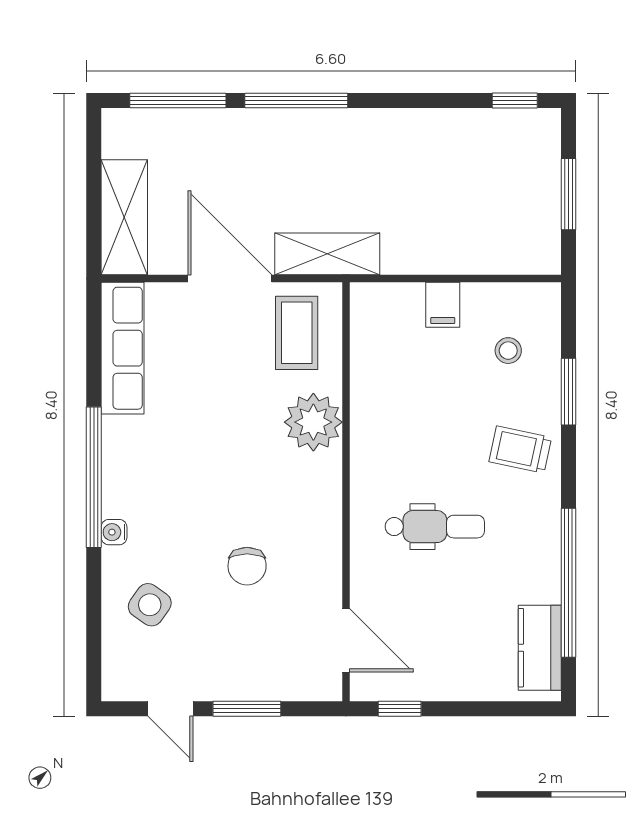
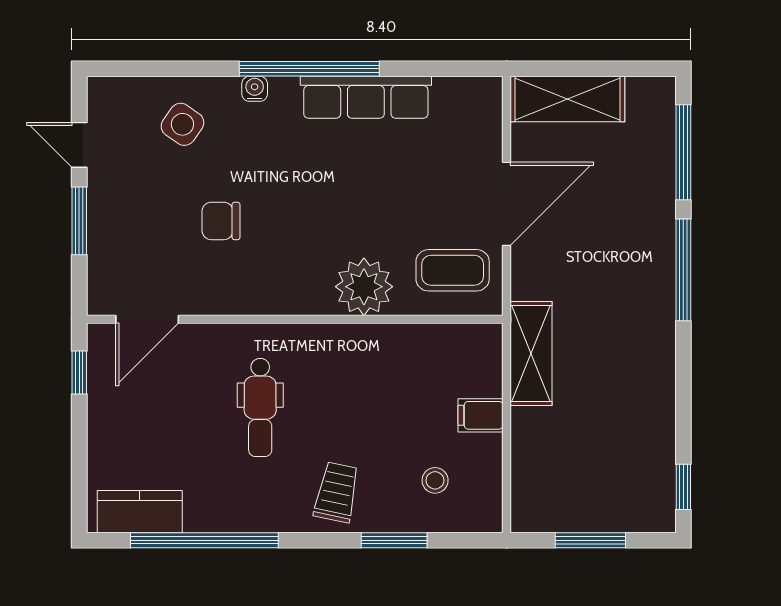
shelving: (327, 254) -> (531, 353), moved
row of seats: (123, 348) -> (366, 97), moved
door: (170, 709) -> (79, 145), hinge flipped

